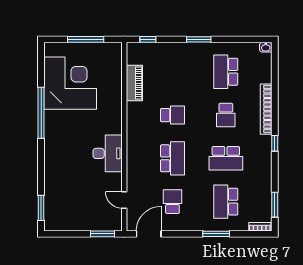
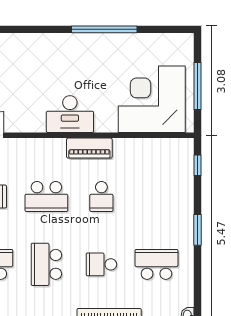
corner desk: (70, 83) -> (152, 99), moved, turned 180
piano: (134, 83) -> (89, 148), moved
desk: (108, 153) -> (70, 114), moved

